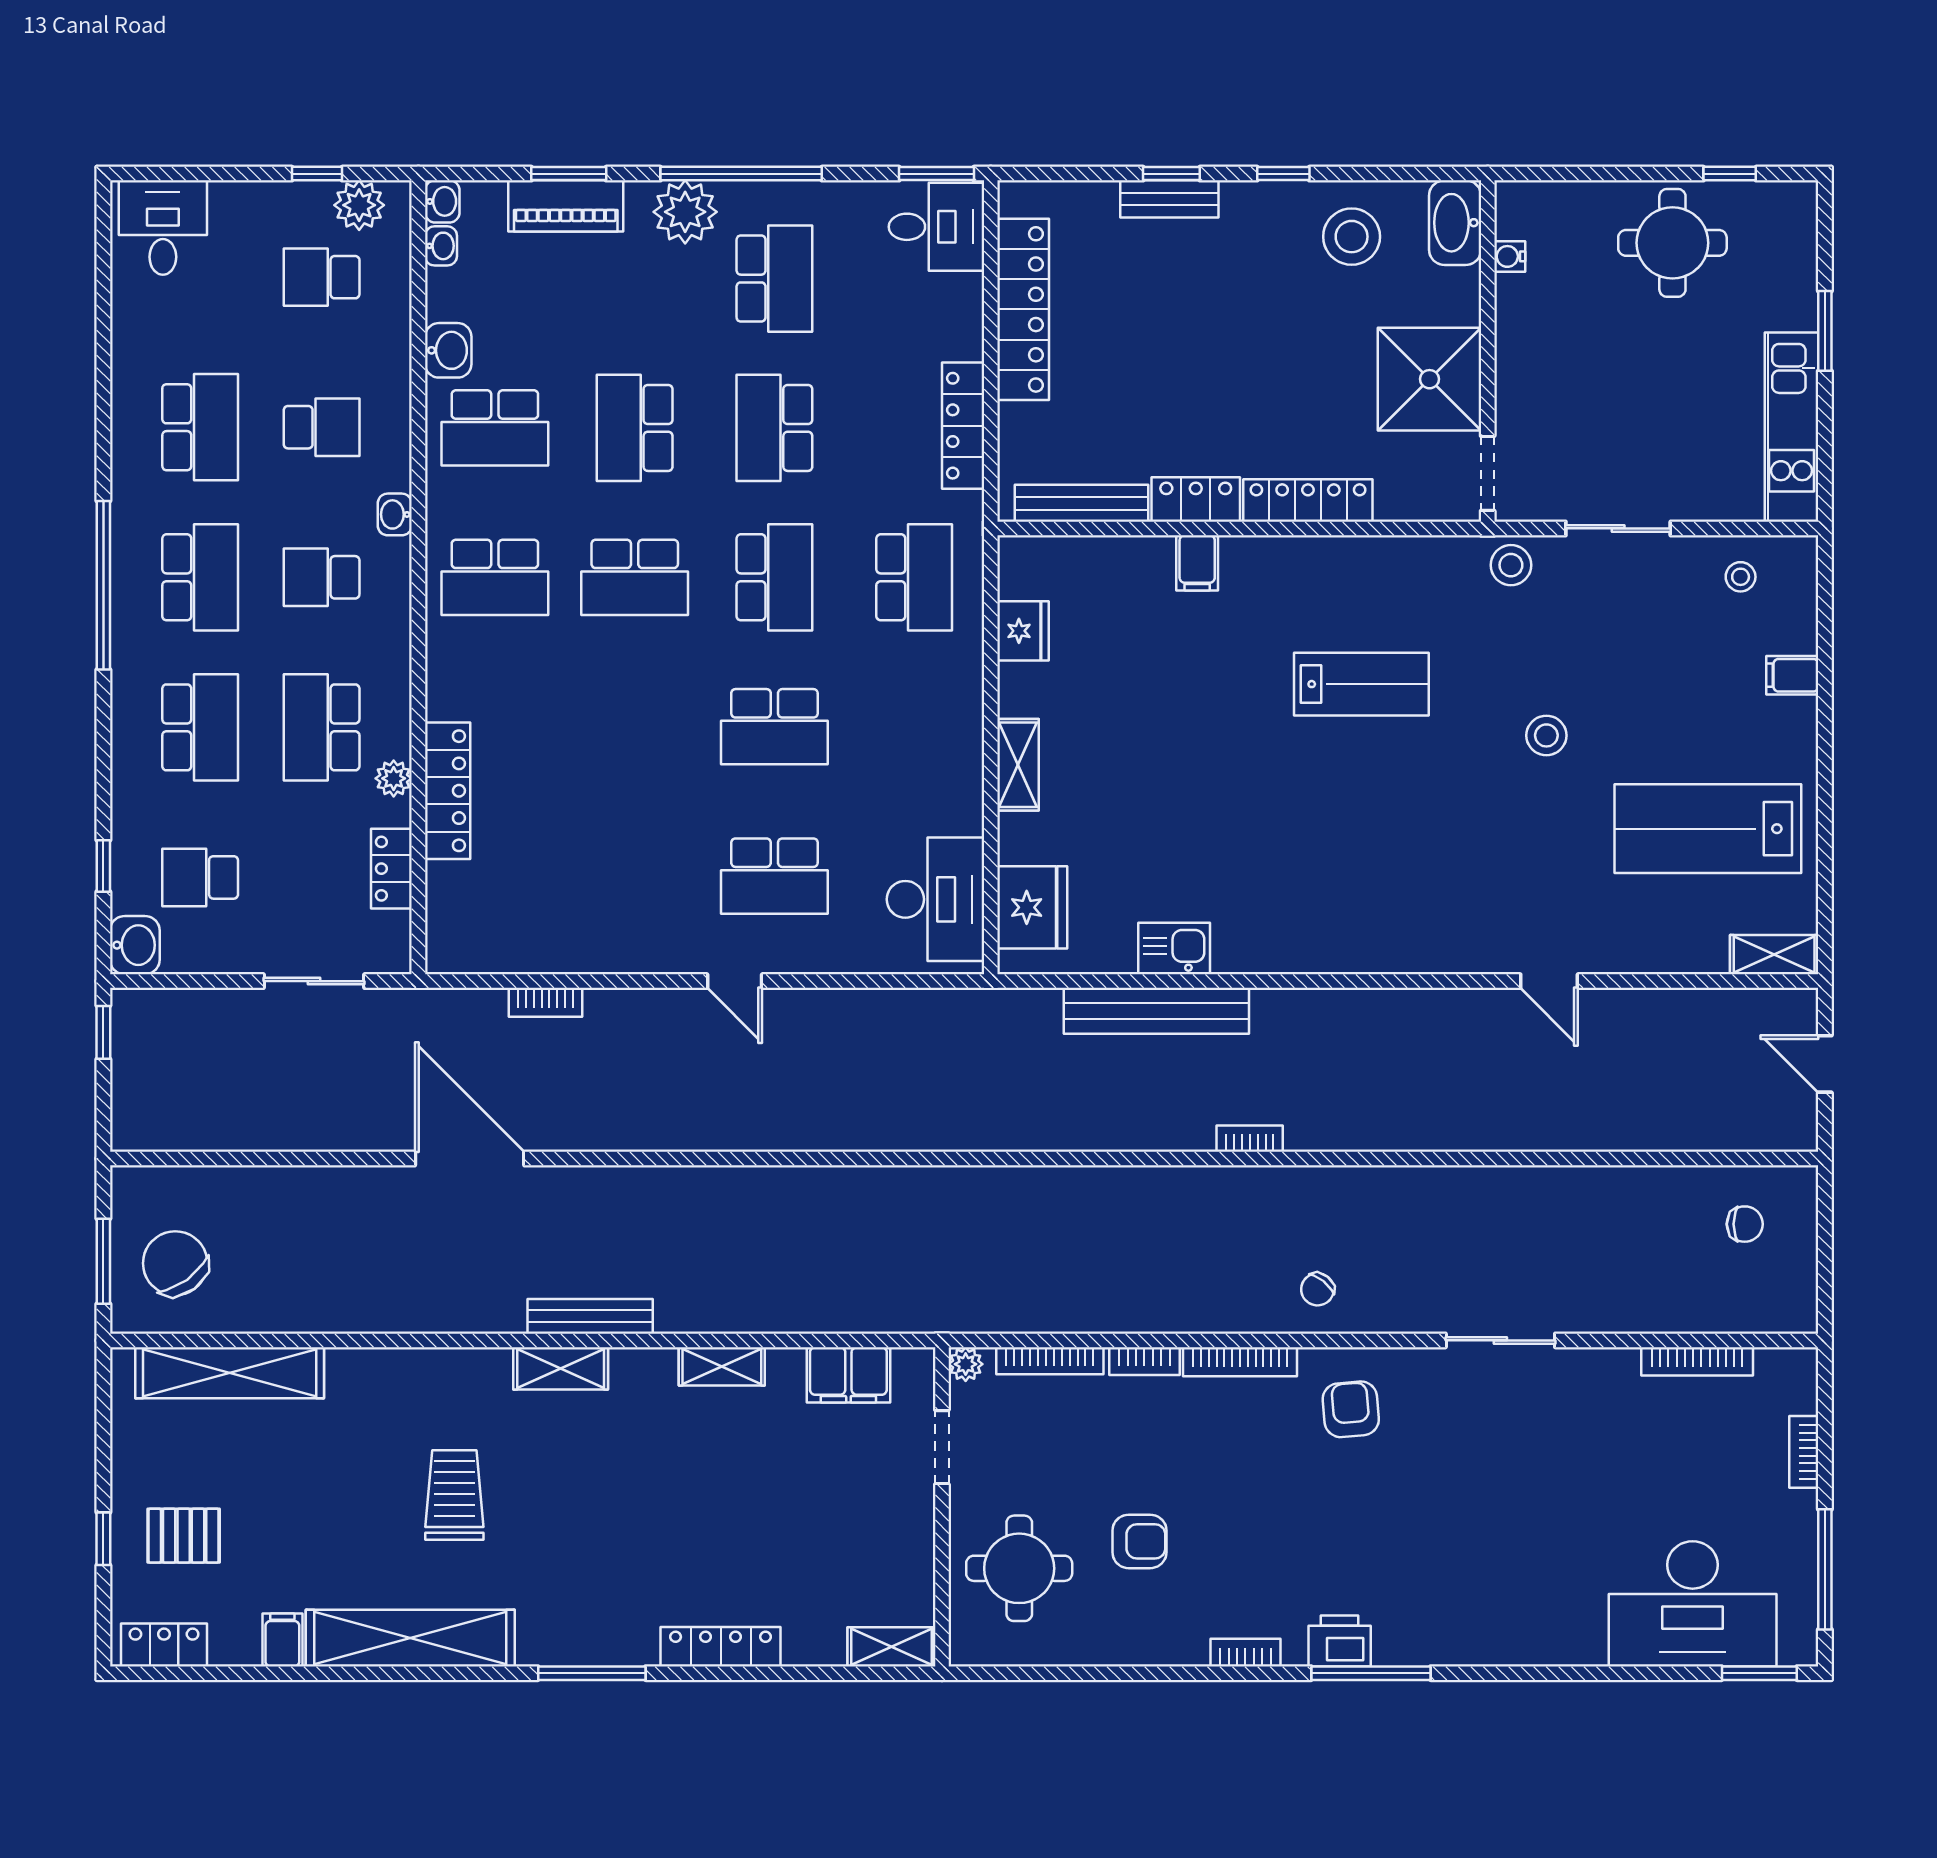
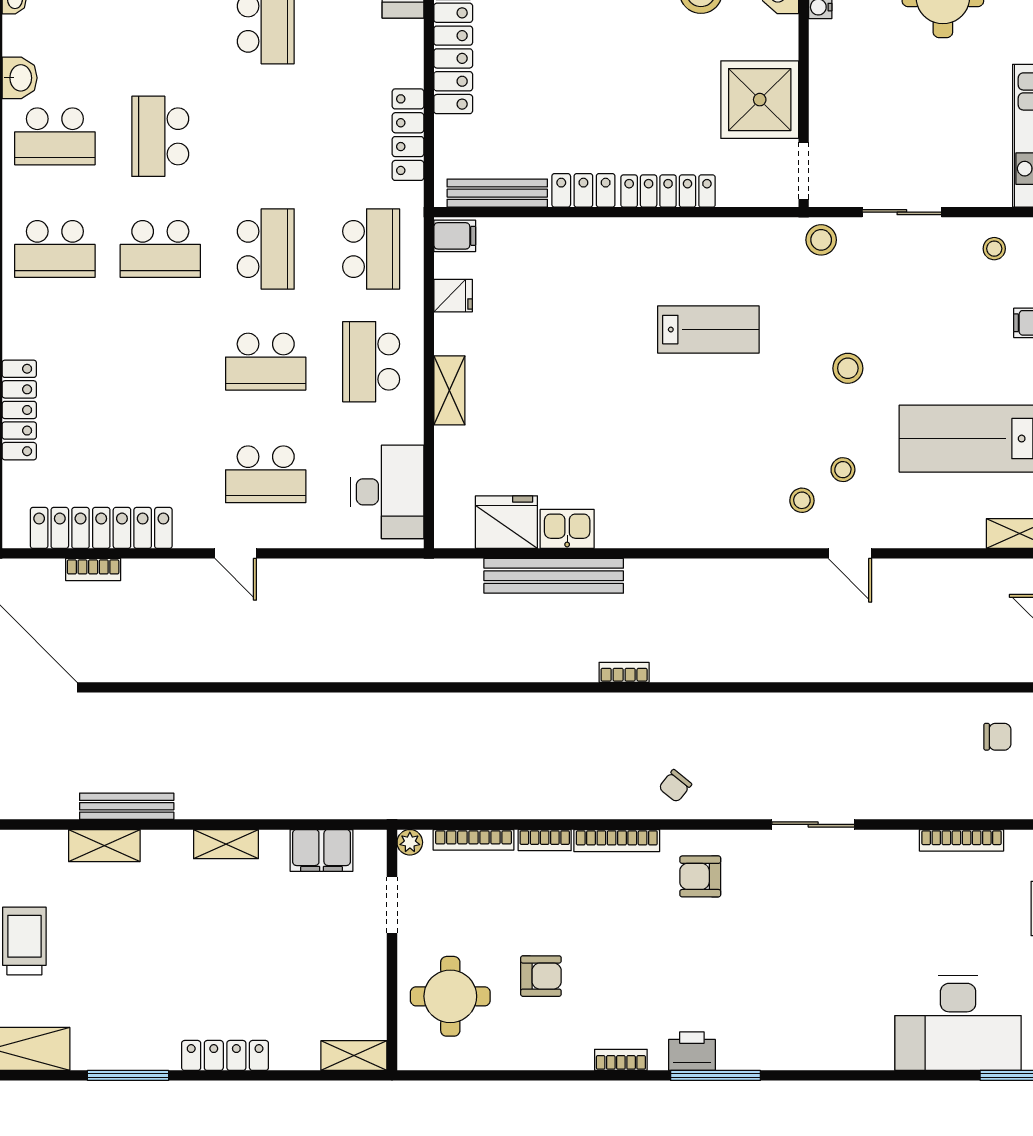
school desk: (774, 428) -> (371, 362), moved
filing cabinet: (1197, 563) -> (455, 236), moved, turned -90
fridge: (1023, 631) -> (453, 296), width x0.72
stool: (1540, 870) -> (843, 470), added
fridge: (1032, 907) -> (506, 522), moved, turned -90
stool: (1486, 911) -> (802, 500), added
locker: (556, 947) -> (101, 528), added
armchair: (1351, 1409) -> (700, 876), turned -85

